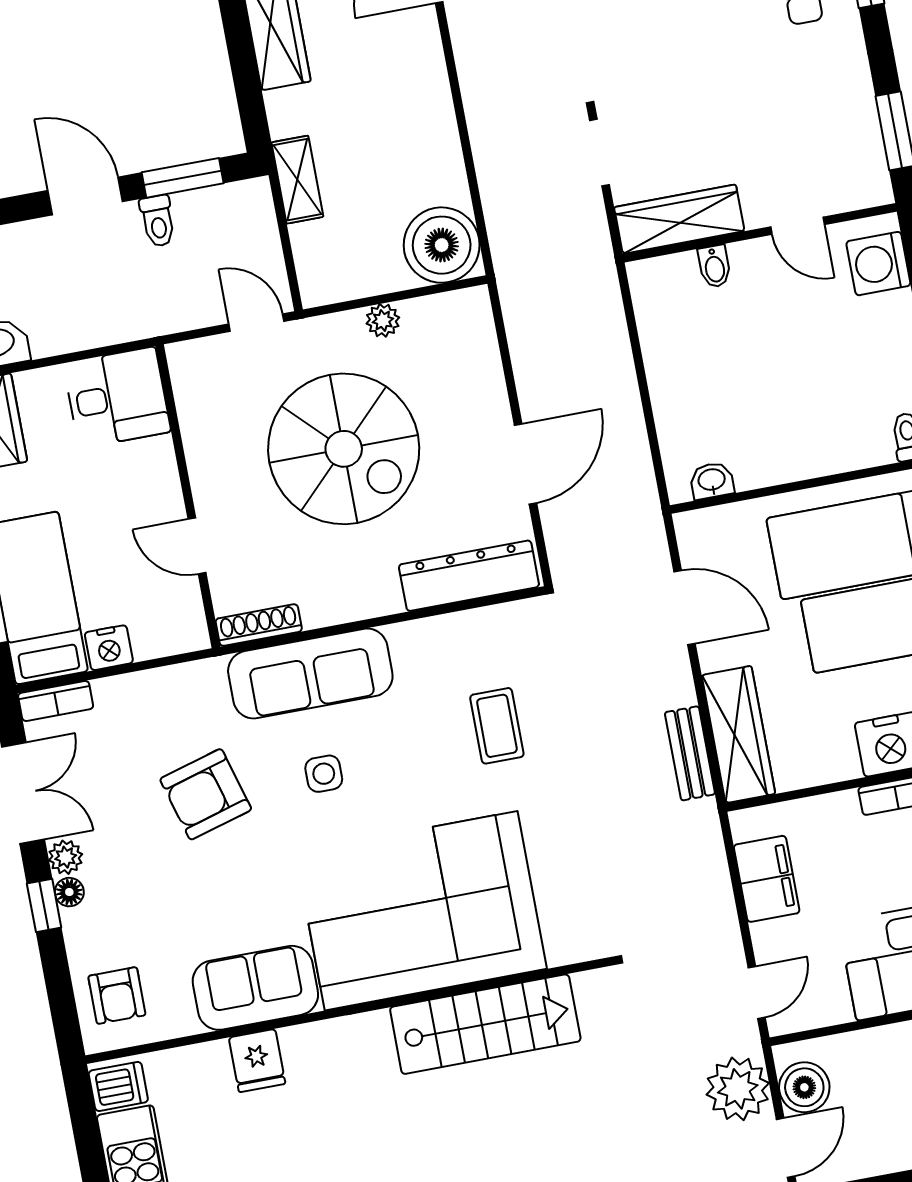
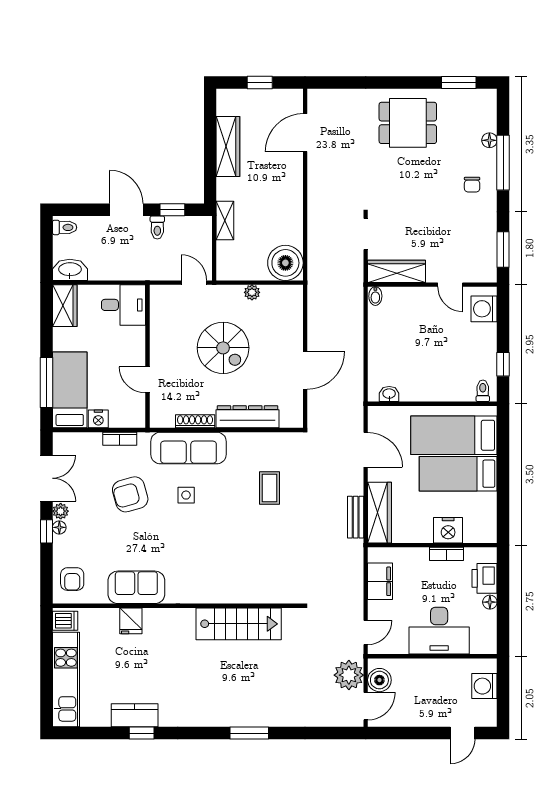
window: (183, 178) -> (172, 210), width x0.67
bidet: (714, 266) -> (375, 296), moved
spiral stairs: (344, 449) -> (223, 348), width x0.73, depth x0.73
dresser: (469, 576) -> (247, 417), moved
shoe rack: (259, 625) -> (195, 421), moved
bookcase: (56, 701) -> (120, 439), moved
corner sofa: (421, 911) -> (219, 566), removed

